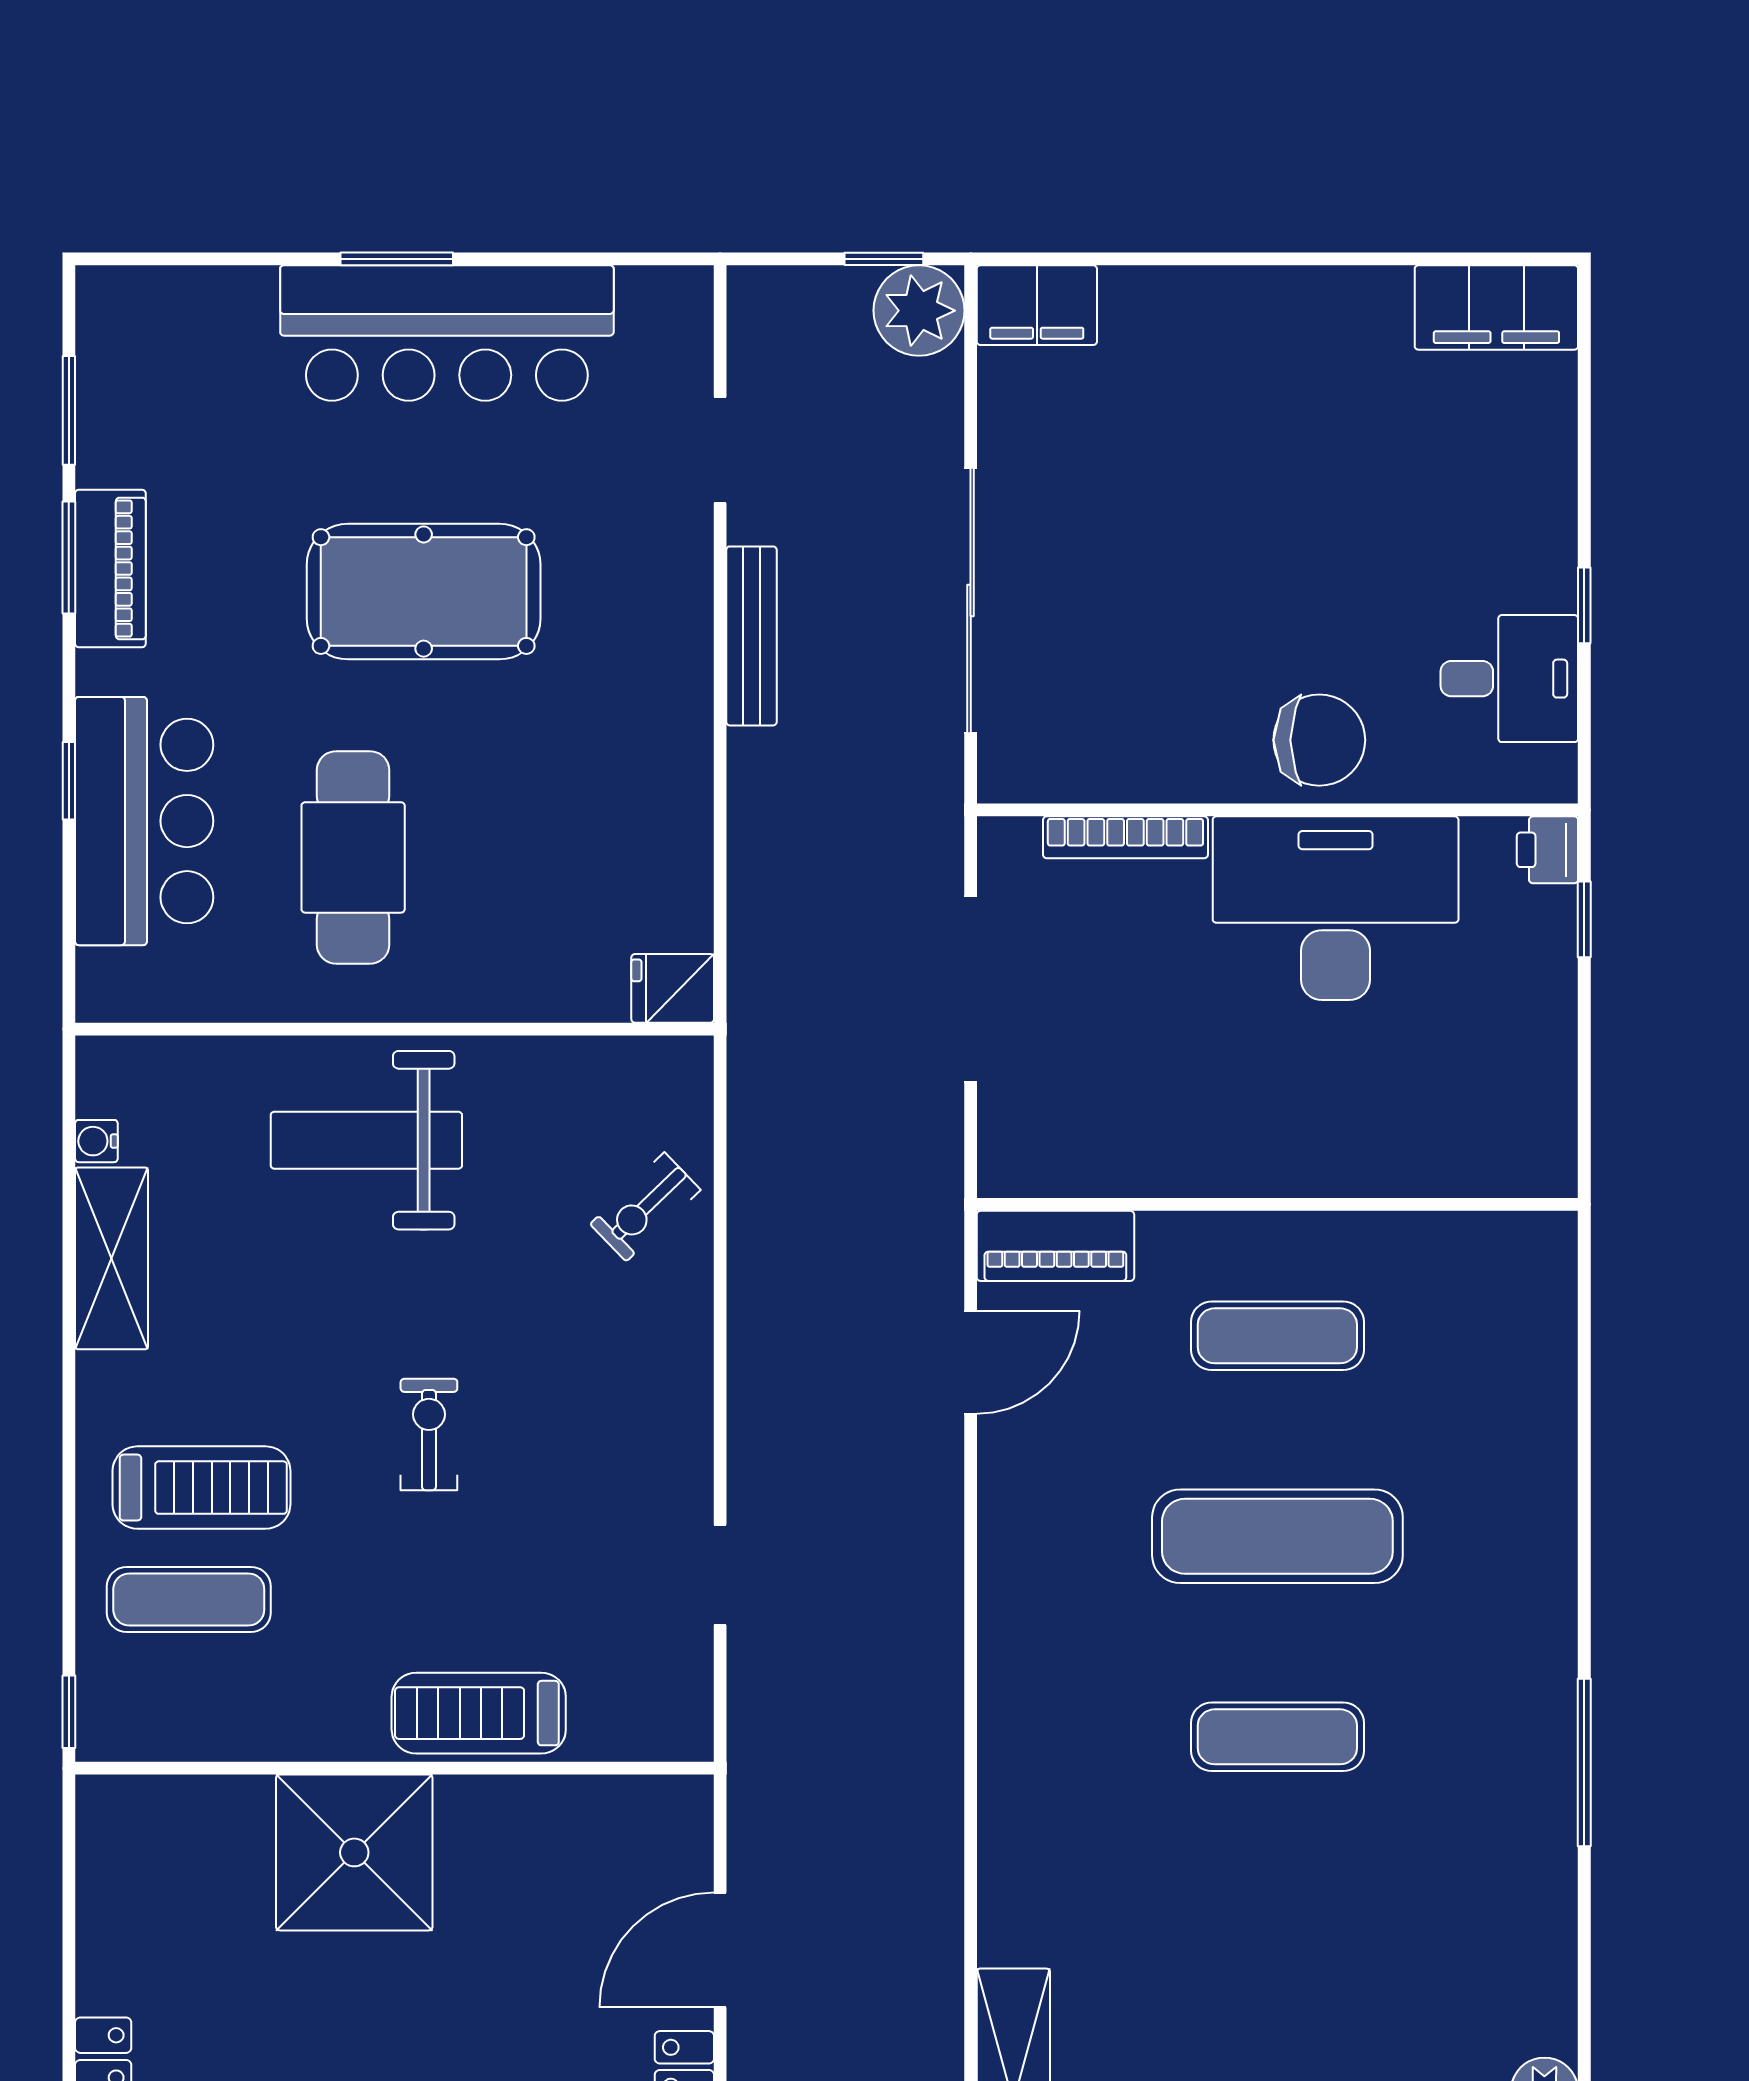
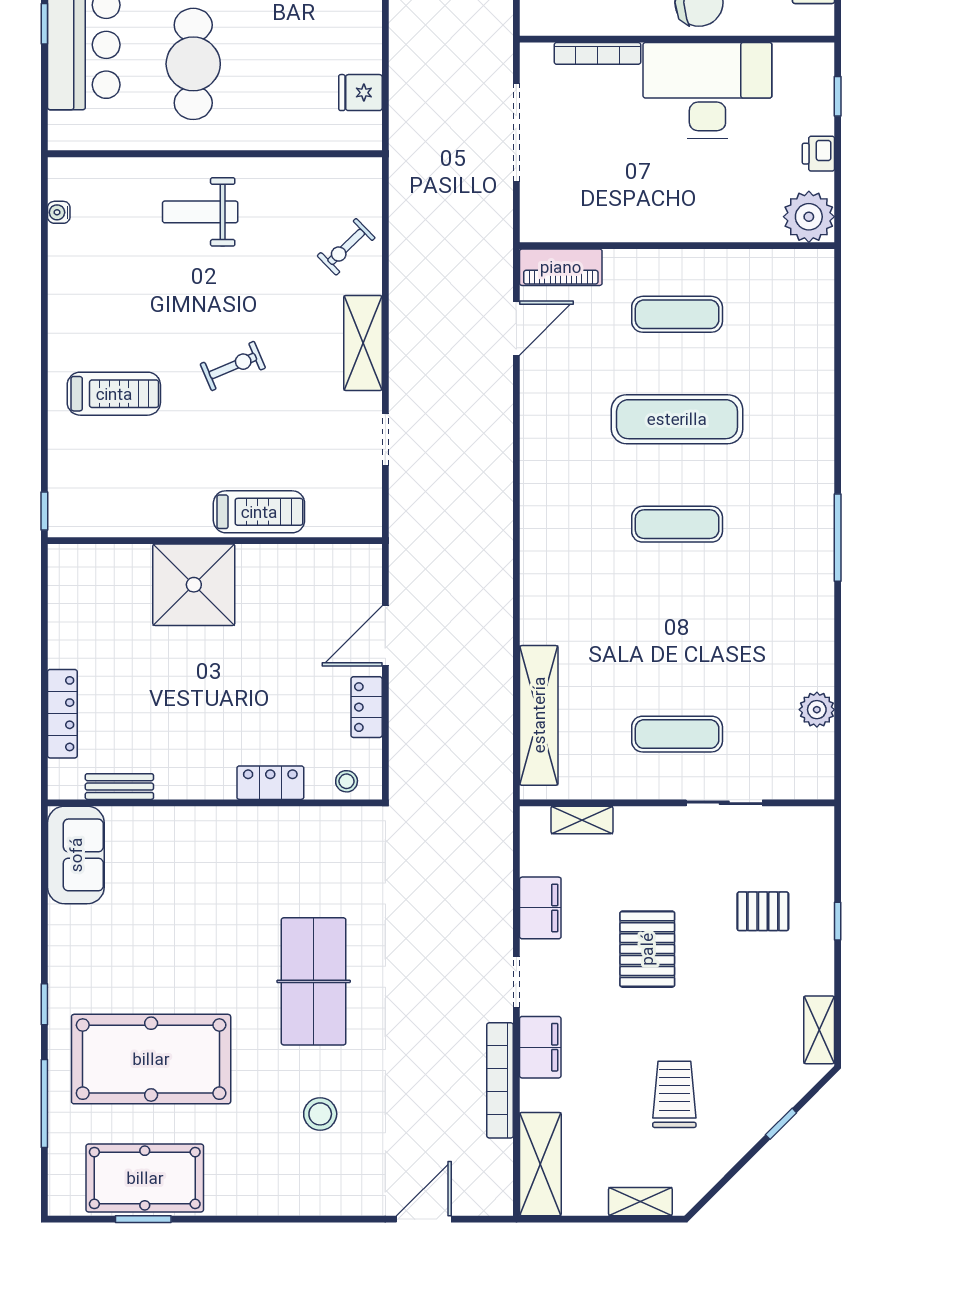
printer: (1547, 850) -> (818, 154), moved
fridge: (673, 988) -> (360, 93), moved
weight bench: (366, 1140) -> (200, 212), width x0.73, depth x0.75
plant: (1529, 1149) -> (809, 217), added
shelving: (112, 1258) -> (363, 343), moved
exercise bike: (429, 1435) -> (233, 366), turned 67
exercise mat: (189, 1599) -> (107, 452), removed
treadmill: (479, 1713) -> (259, 512), turned 180

